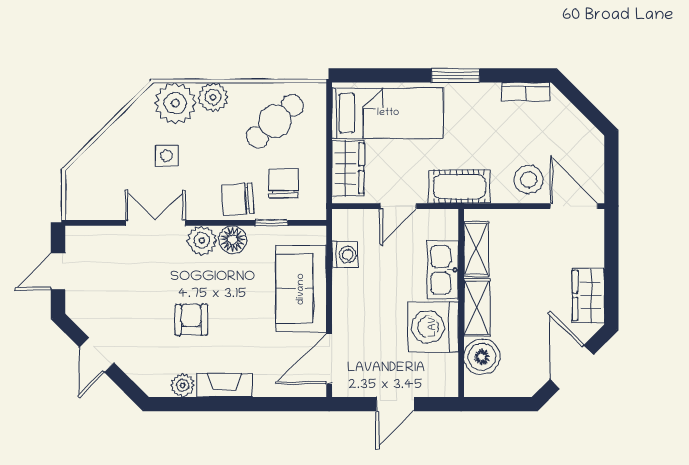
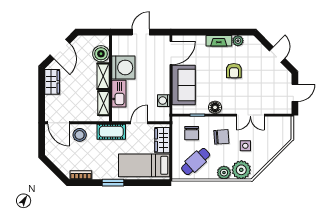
chair: (238, 199) -> (221, 137), moved
plant: (202, 240) -> (229, 107), removed

